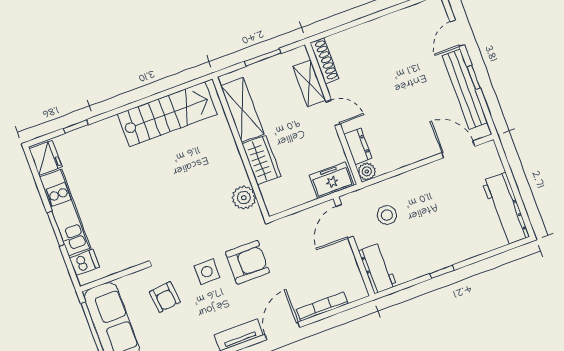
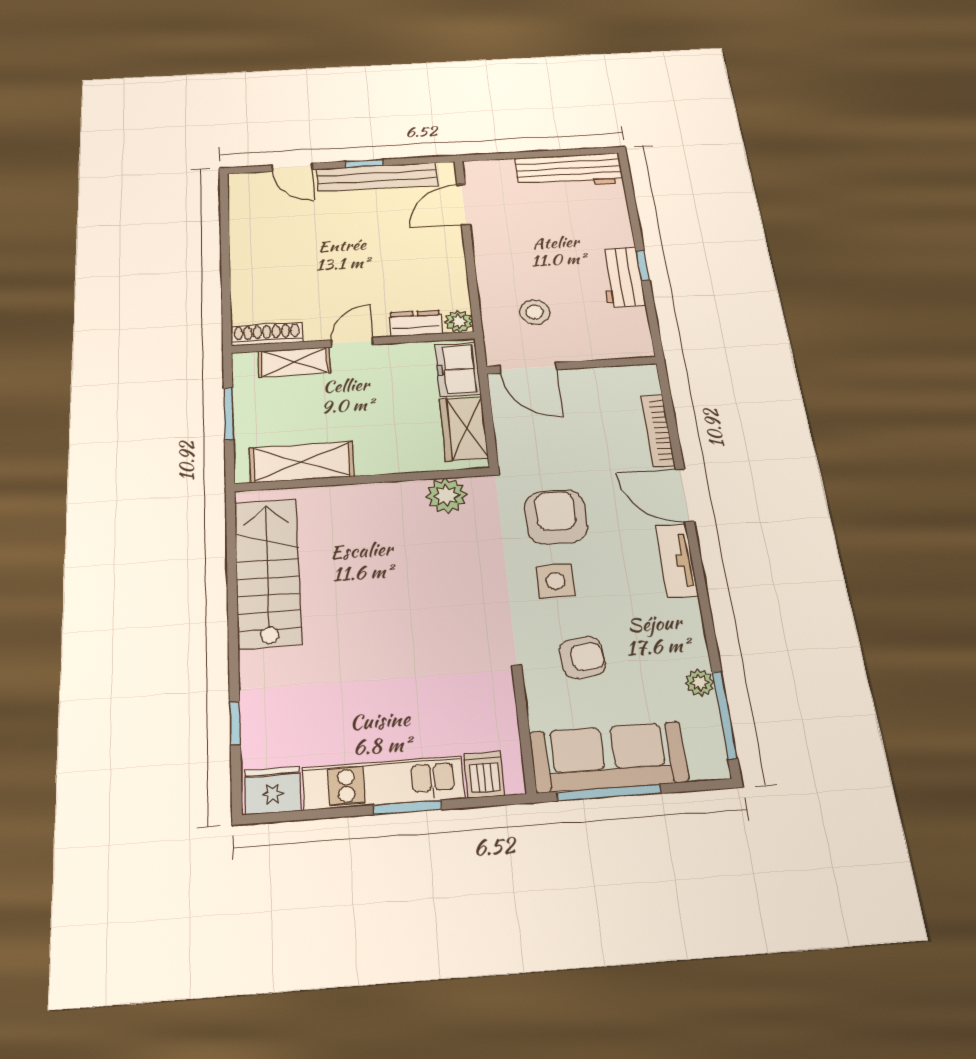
wardrobe: (261, 160) -> (464, 428), moved, turned -90
workbench: (378, 268) -> (622, 277), moved, turned -90

